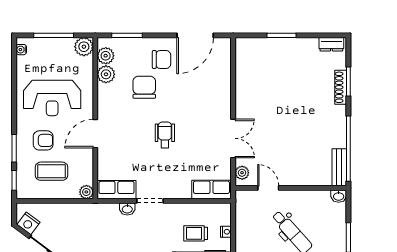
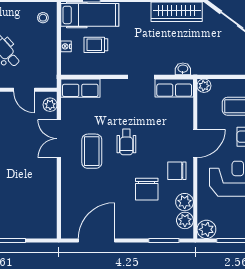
chair: (162, 59) -> (177, 171), moved
coffee table: (200, 126) -> (92, 151), added
washbasin: (127, 209) -> (183, 69), moved
trolley: (196, 233) -> (96, 45), turned 180

